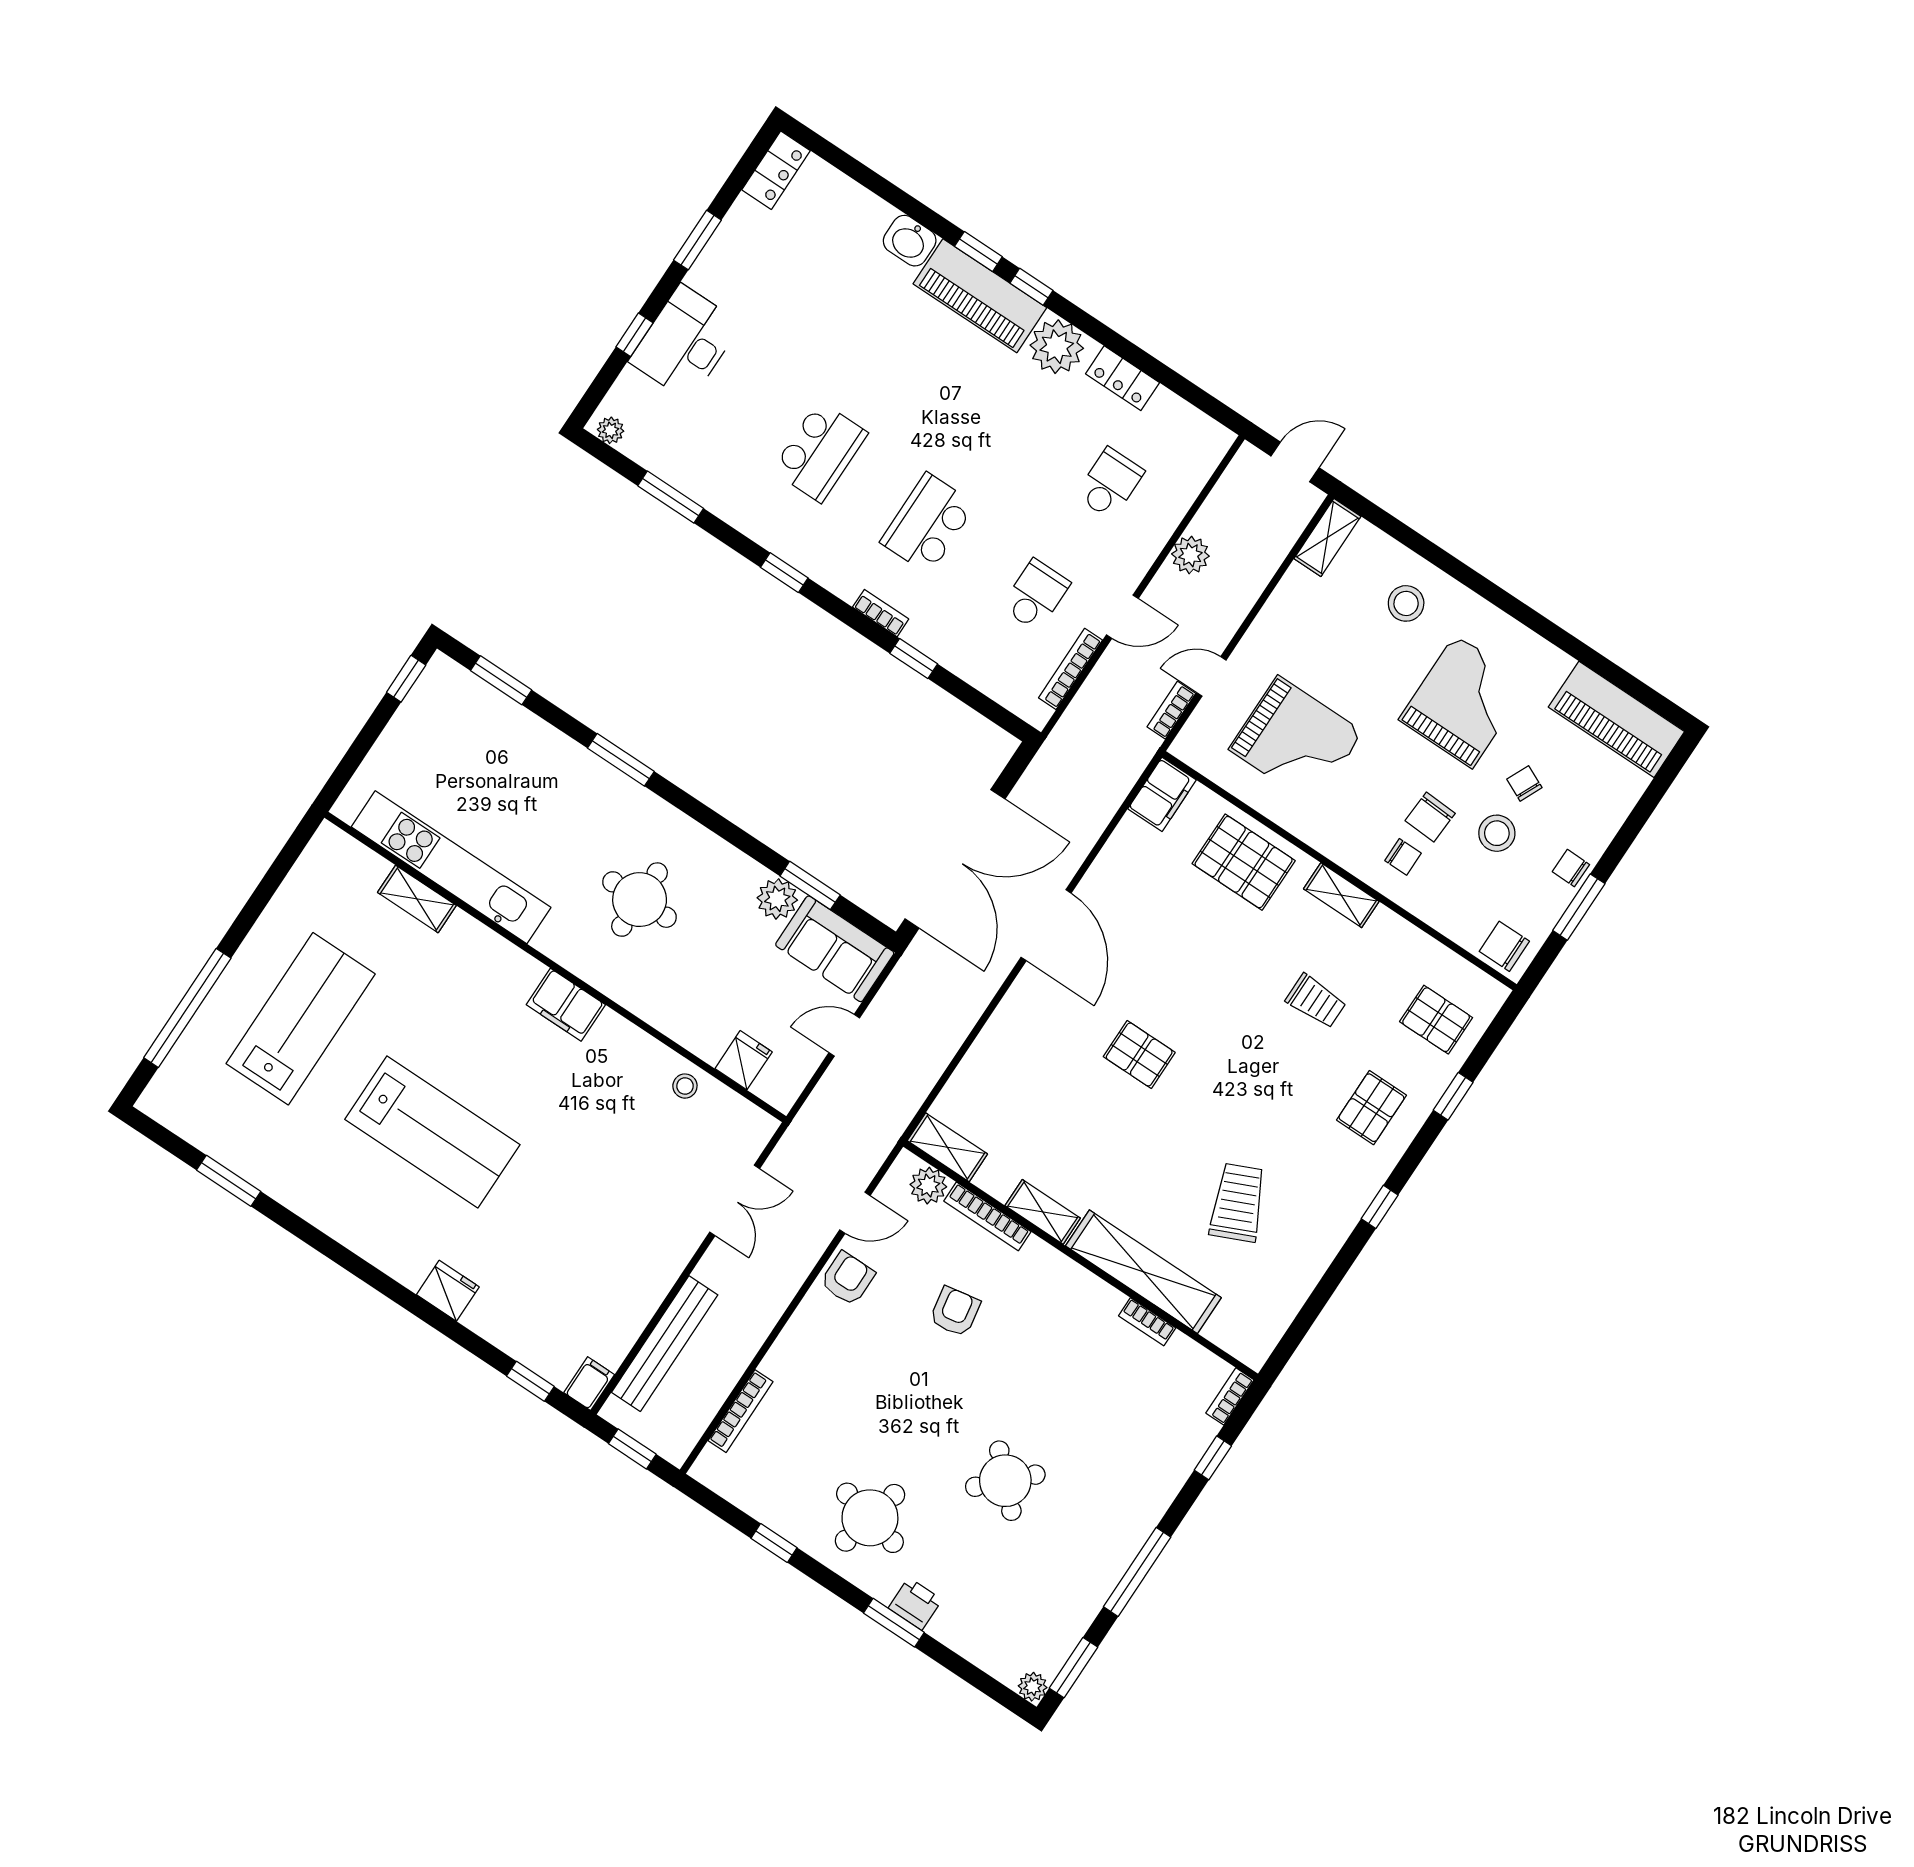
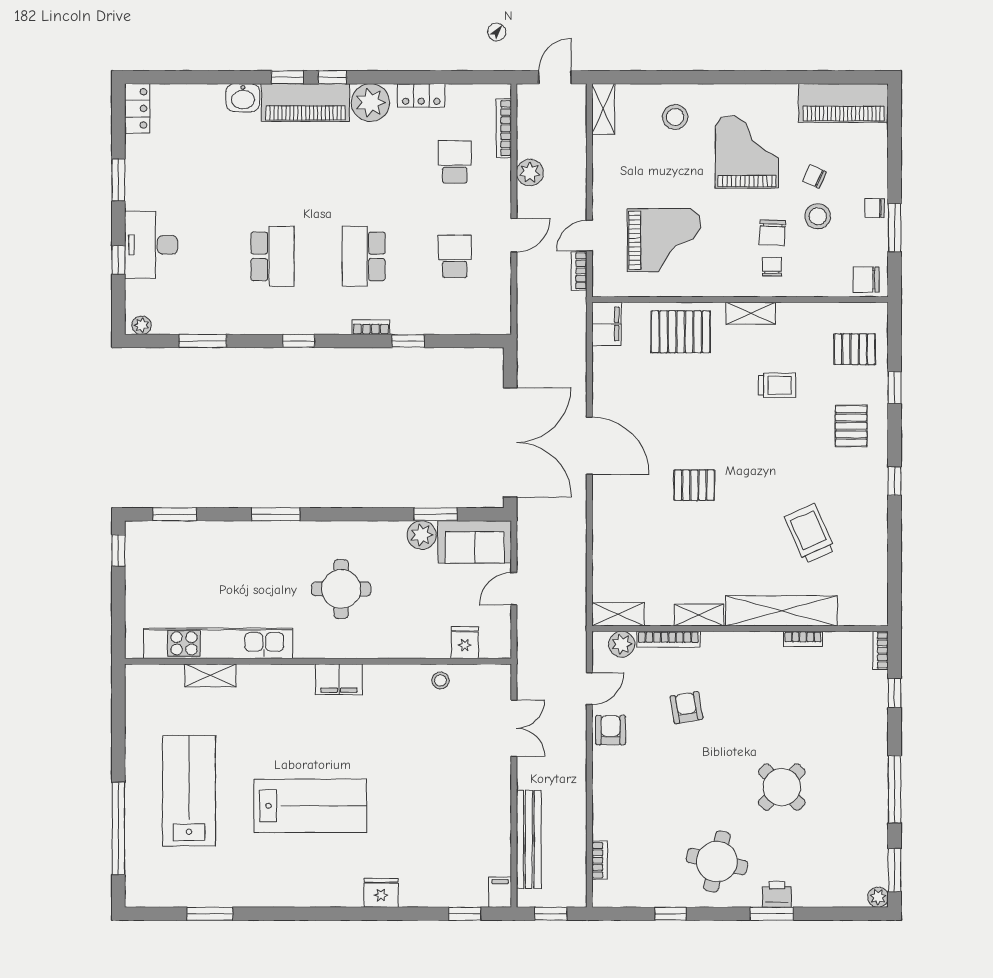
bookcase: (1070, 669) -> (504, 128), moved
chair: (1403, 857) -> (772, 267), turned -90
bookcase: (740, 1411) -> (600, 860), width x0.64

